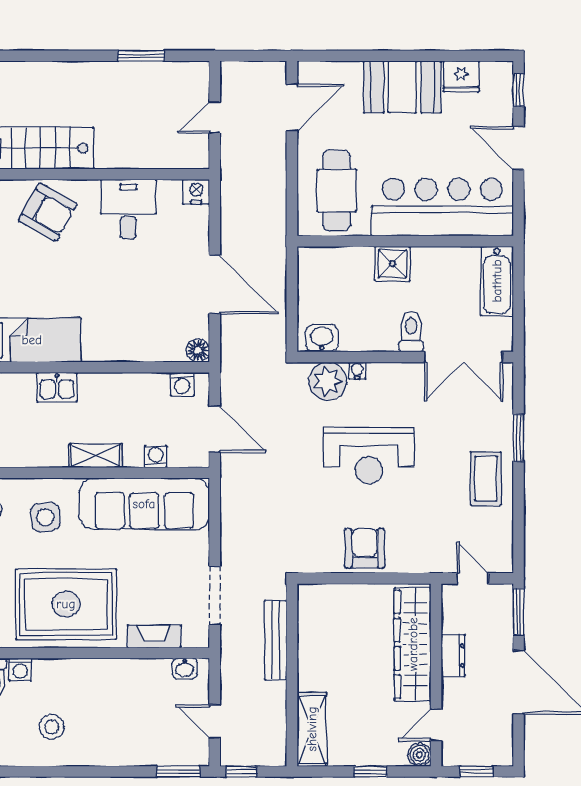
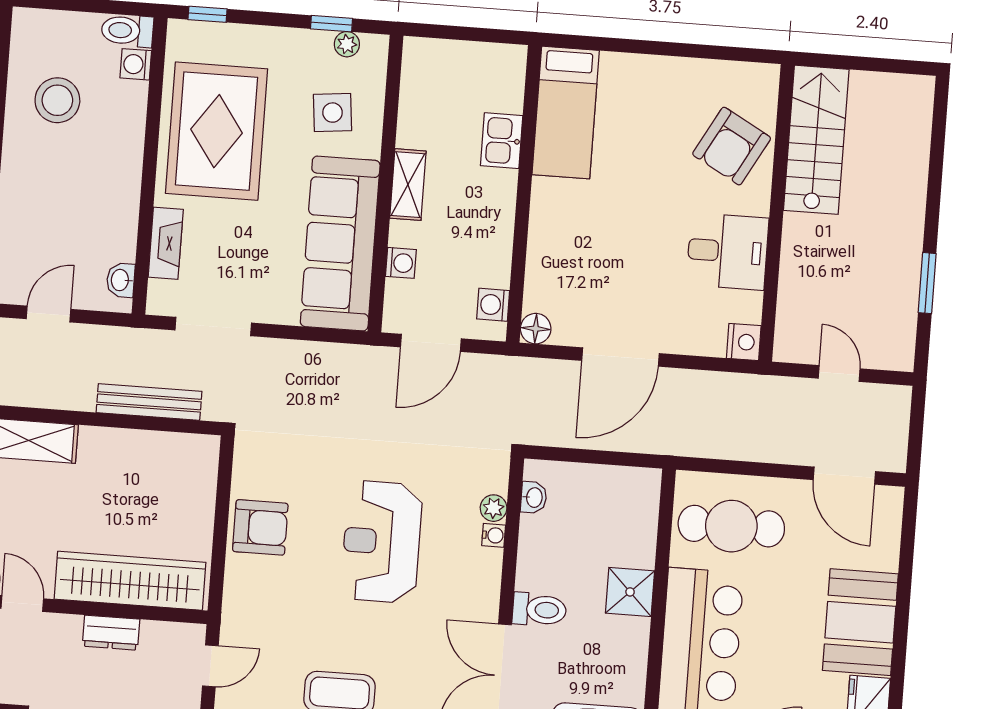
washbasin: (322, 338) -> (534, 497), width x0.72, depth x0.69
plant: (328, 381) -> (494, 508), width x0.53, depth x0.53
stool: (52, 727) -> (57, 100), width x1.38, depth x1.38

